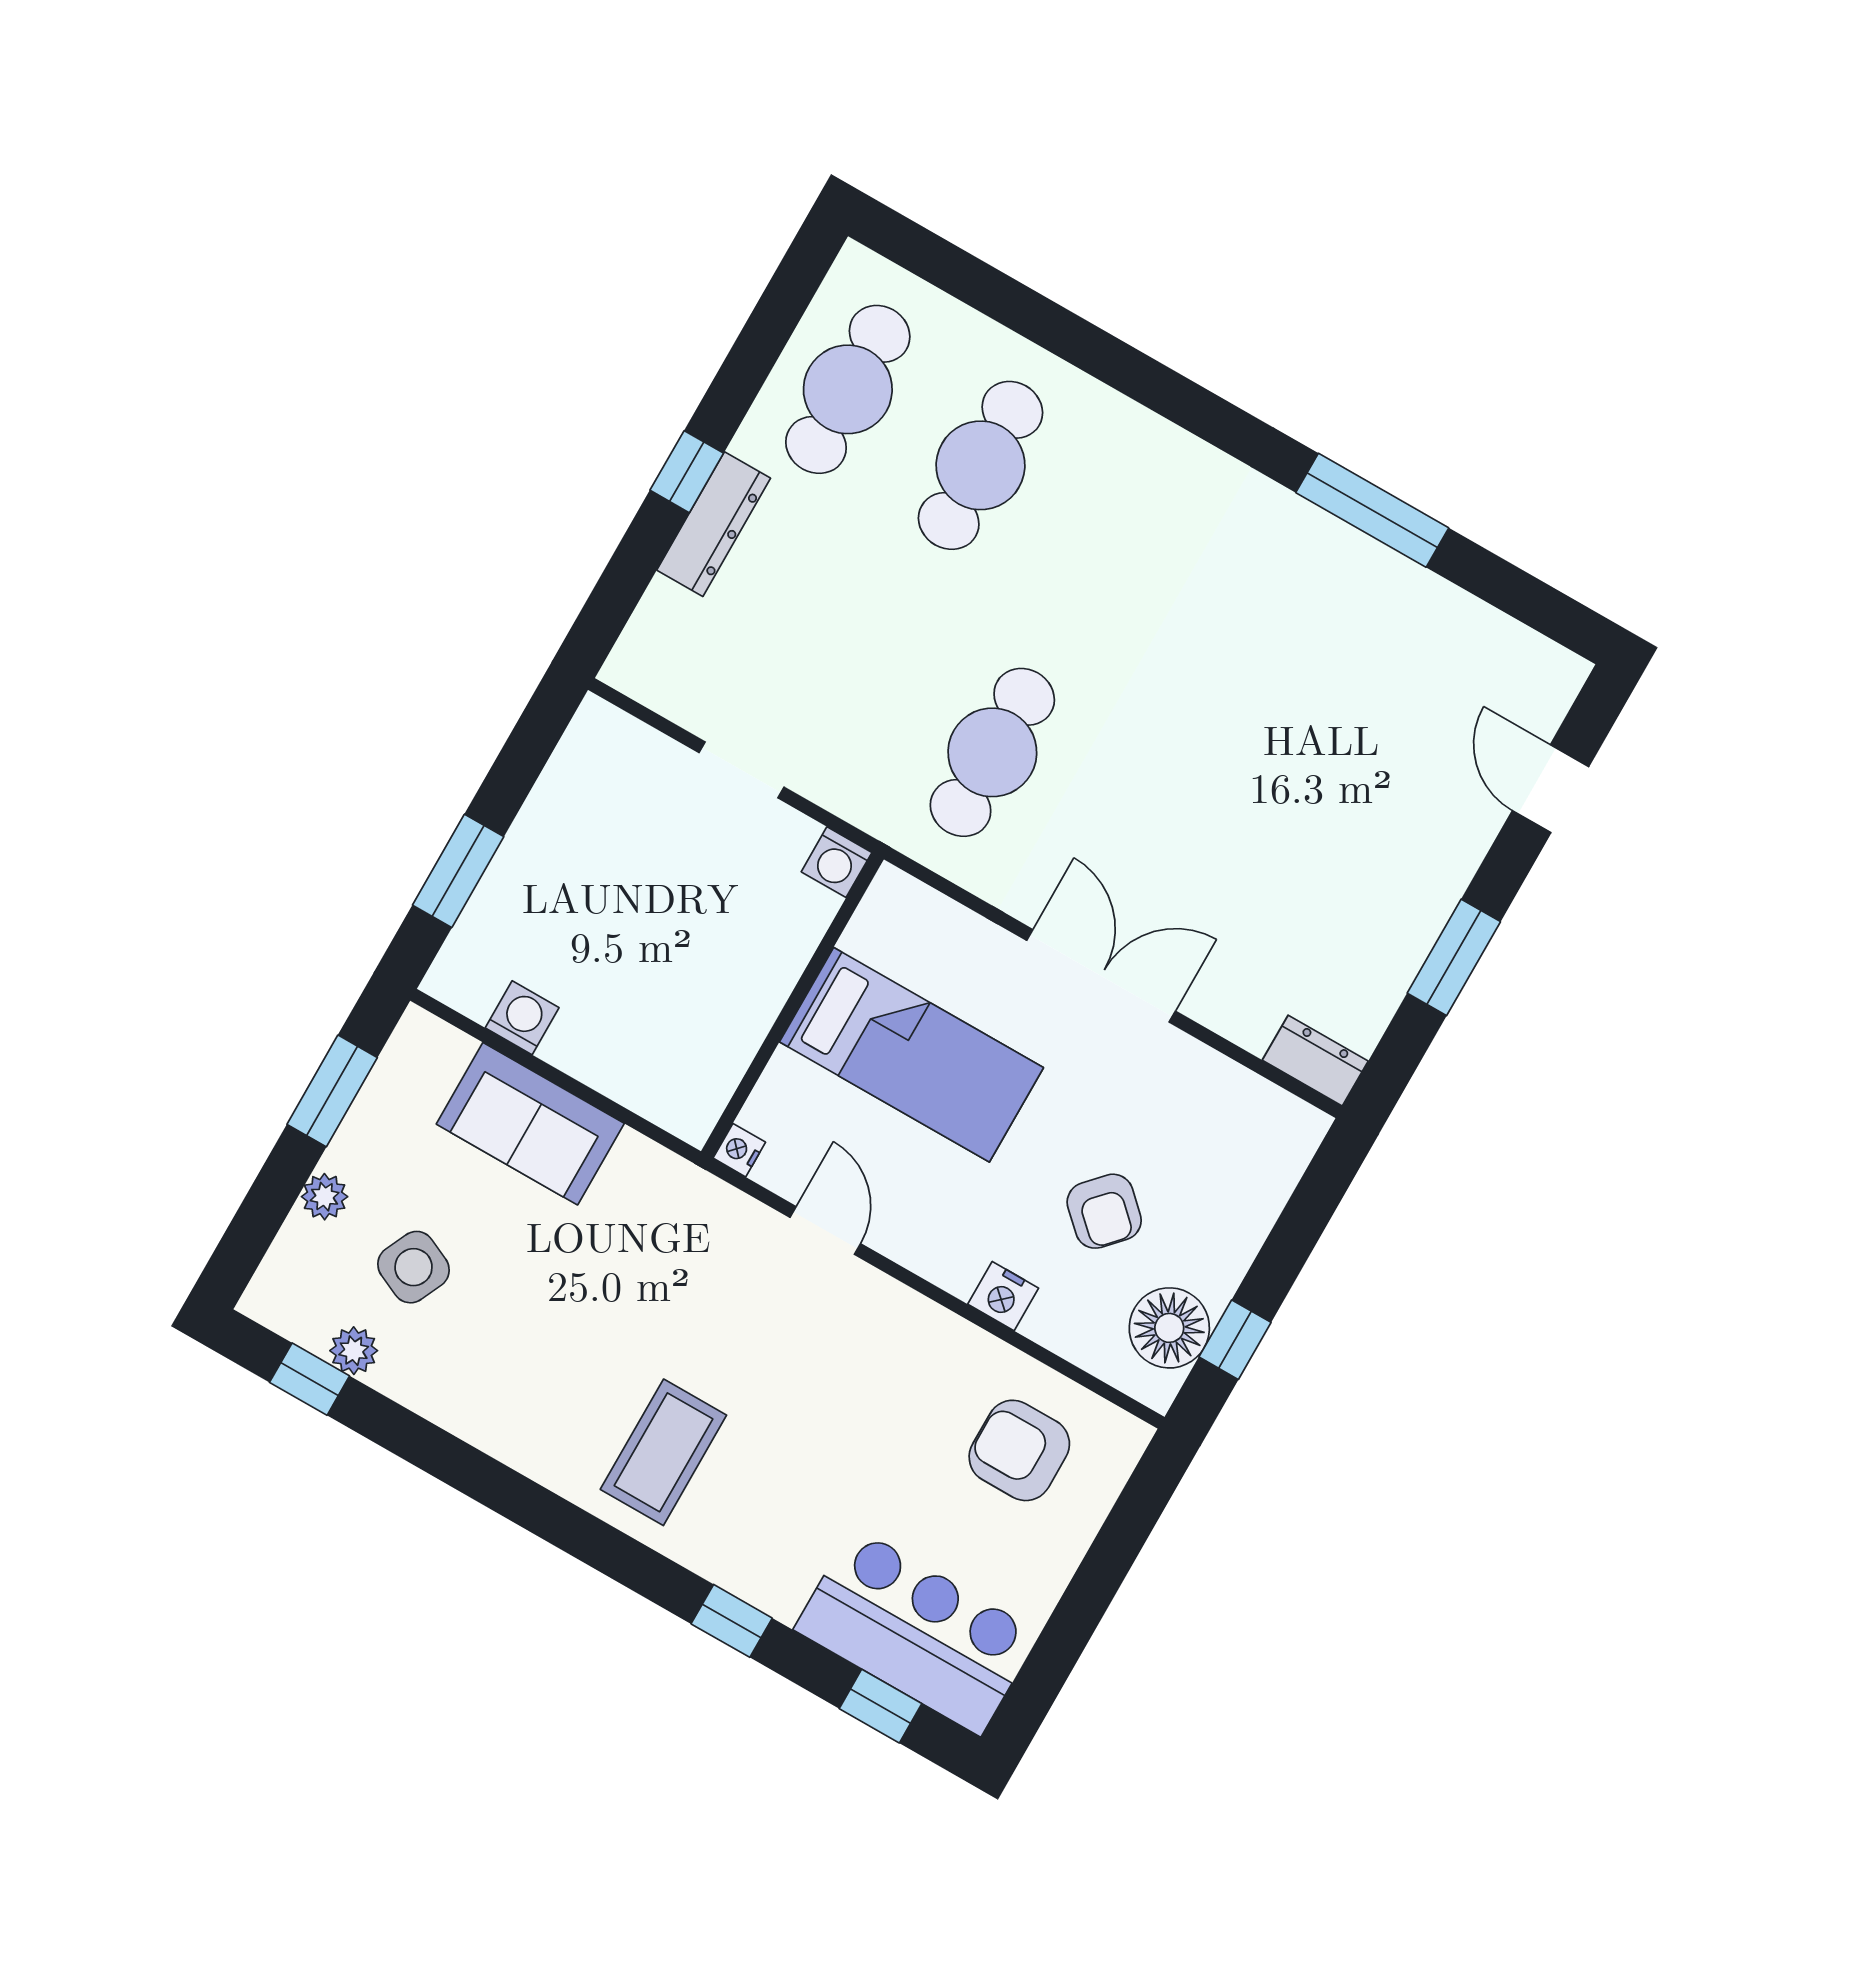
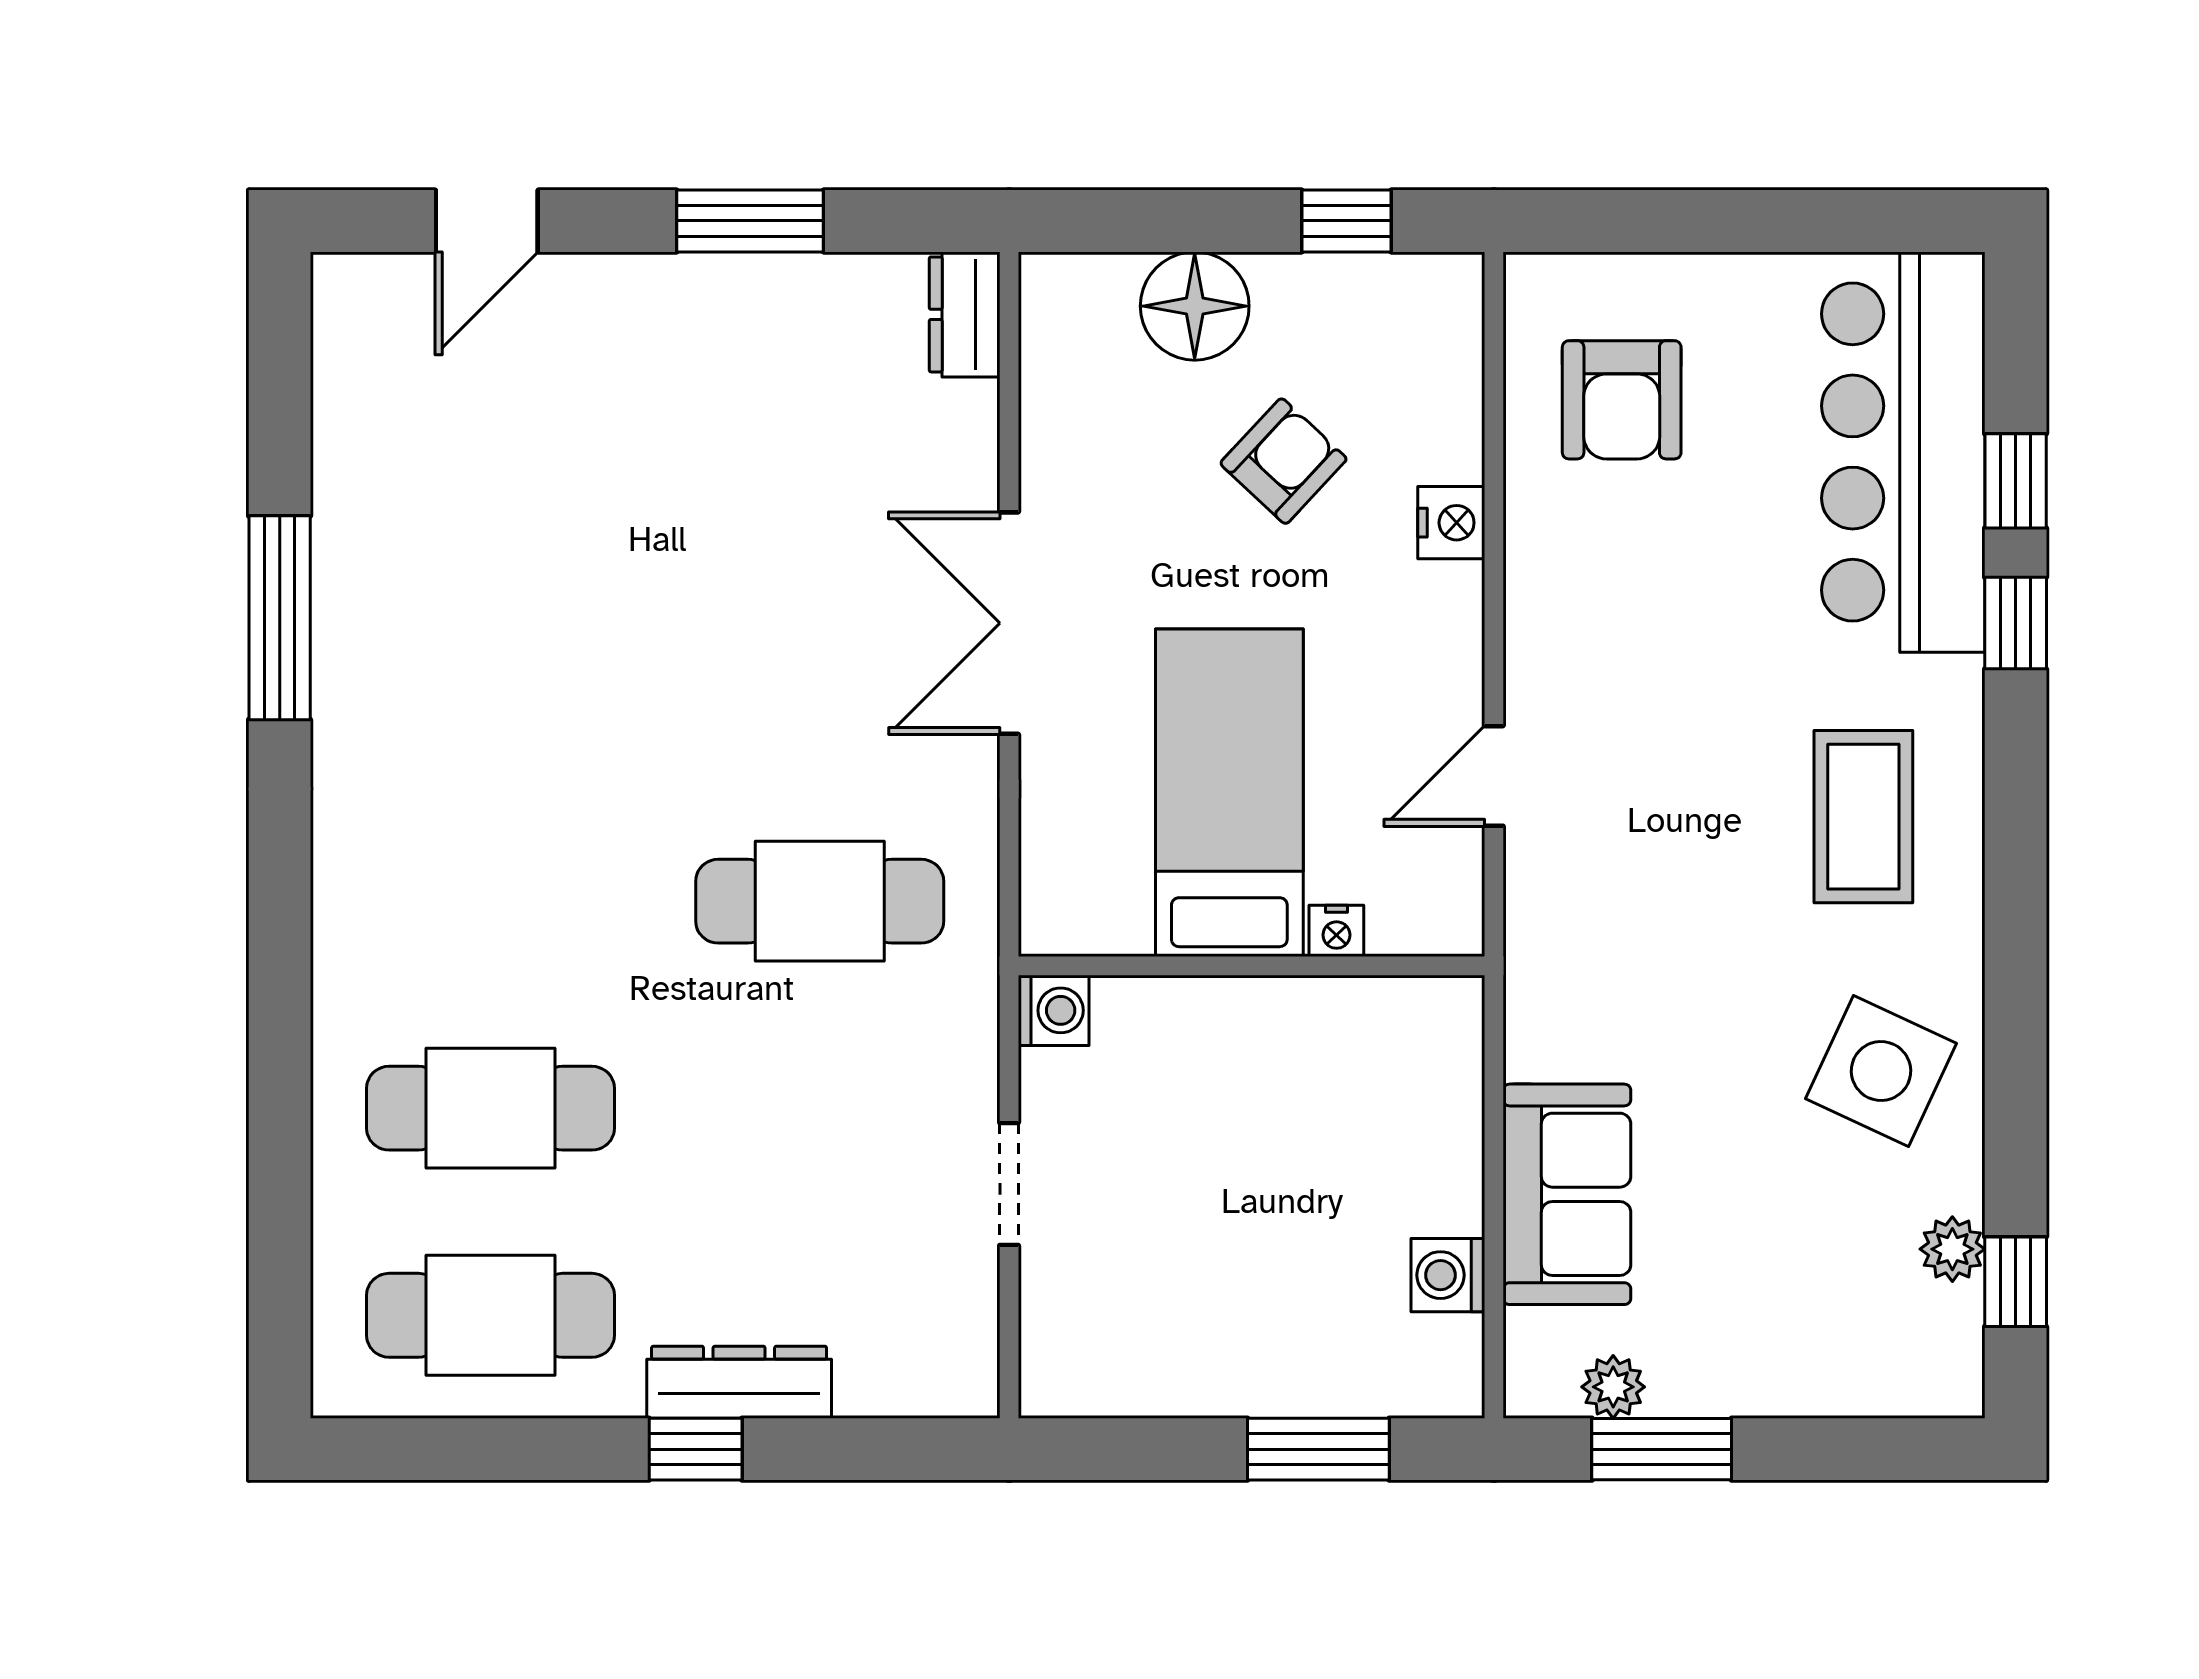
nightstand: (739, 1150) -> (1336, 931), moved
plant: (325, 1197) -> (1613, 1387), moved
side table: (414, 1267) -> (1881, 1071), moved, width x1.37, depth x1.37
floor lamp: (1169, 1328) -> (1195, 306), moved
coffee table: (663, 1452) -> (1863, 817), turned 90
bar counter: (917, 1631) -> (1903, 452), width x1.36
window: (880, 1706) -> (2016, 481), moved

